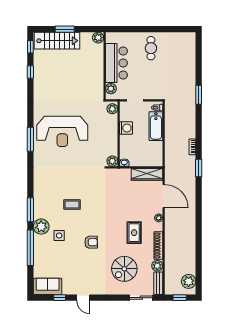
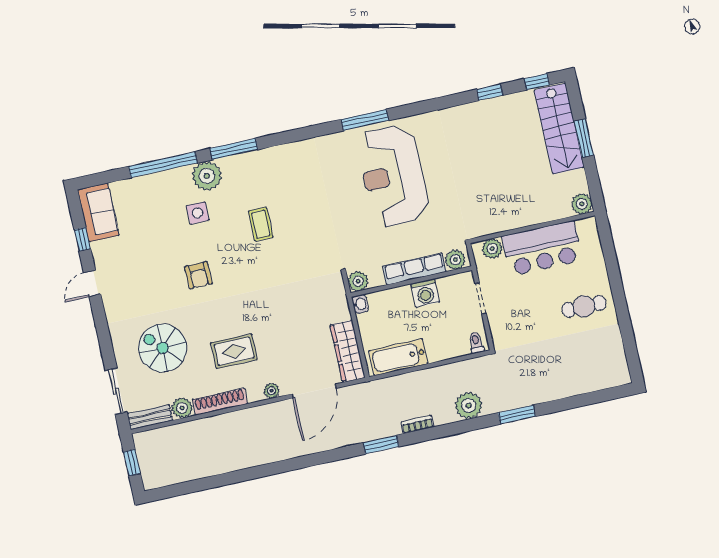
bathtub: (156, 126) -> (398, 357), moved
row of seats: (112, 131) -> (414, 269), added
plant: (189, 281) -> (469, 405), moved

